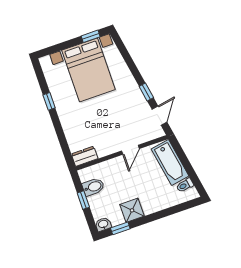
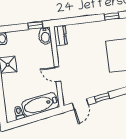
door: (159, 116) -> (80, 104), hinge flipped
bidet: (93, 187) -> (45, 36), moved
window: (83, 200) -> (35, 25), moved

